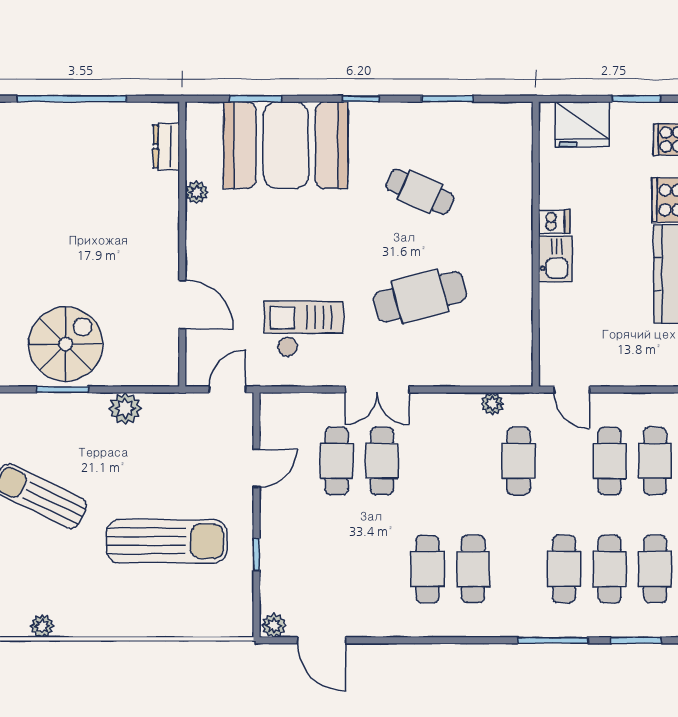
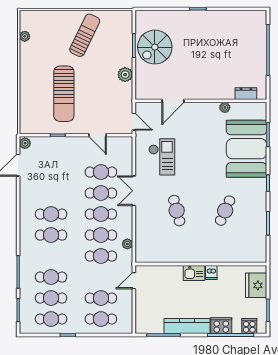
cafe table: (420, 297) -> (177, 211), width x0.73, depth x0.74
spiral stairs: (66, 344) -> (155, 47), turned 90
cafe table: (427, 461) -> (101, 214), added
cafe table: (473, 461) -> (101, 235), added

